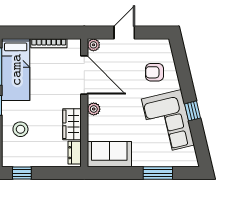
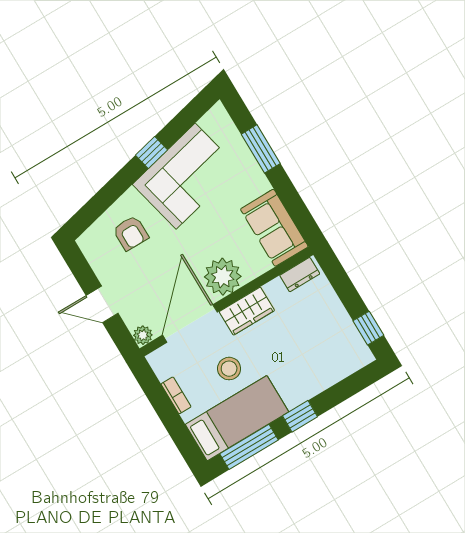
bookcase: (49, 43) -> (176, 395), width x0.64
plant: (94, 109) -> (223, 277), width x1.87, depth x1.87
wardrobe: (72, 124) -> (247, 311), moved
stool: (20, 129) -> (229, 369), moved

